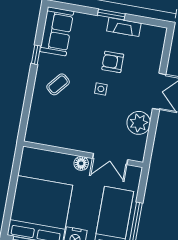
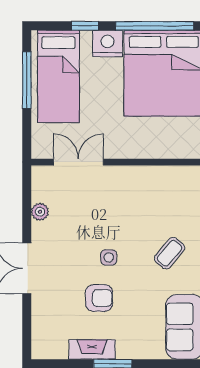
plant: (139, 123) -> (40, 212), width x0.53, depth x0.53
floor lamp: (81, 163) -> (118, 149), removed

